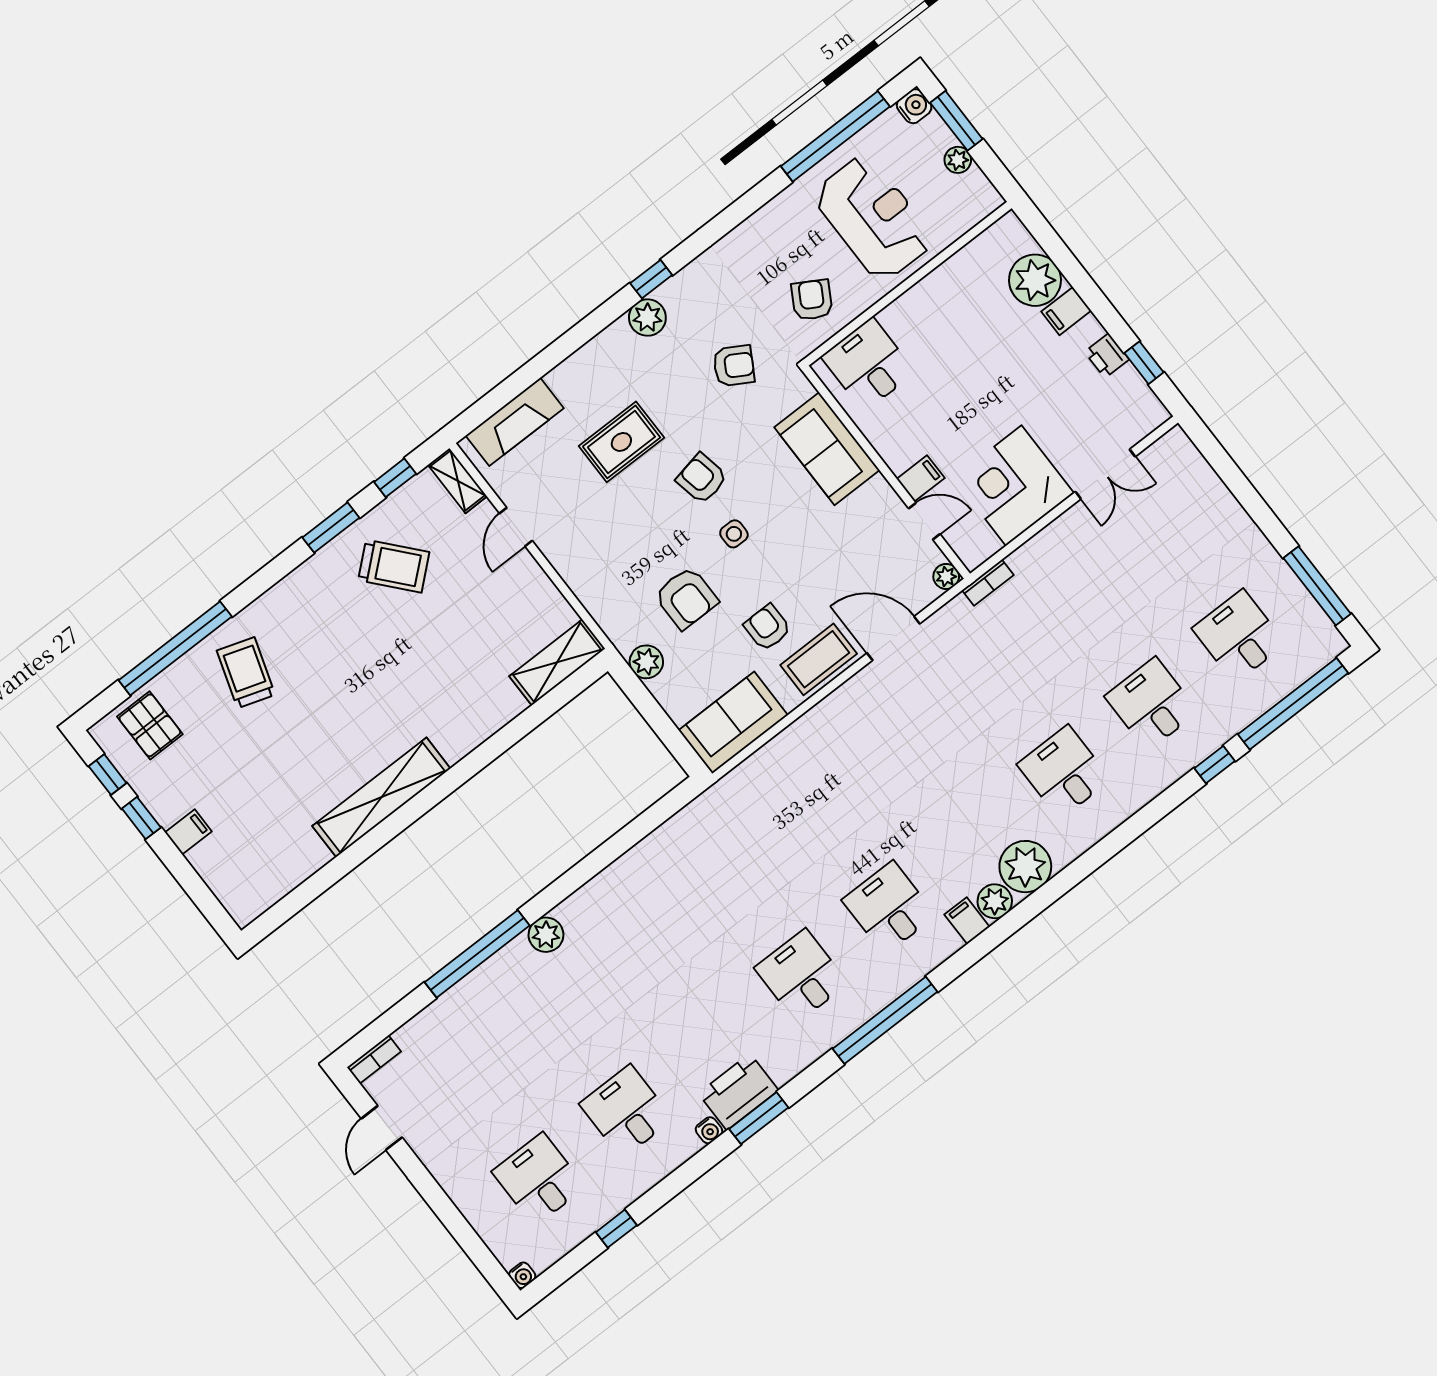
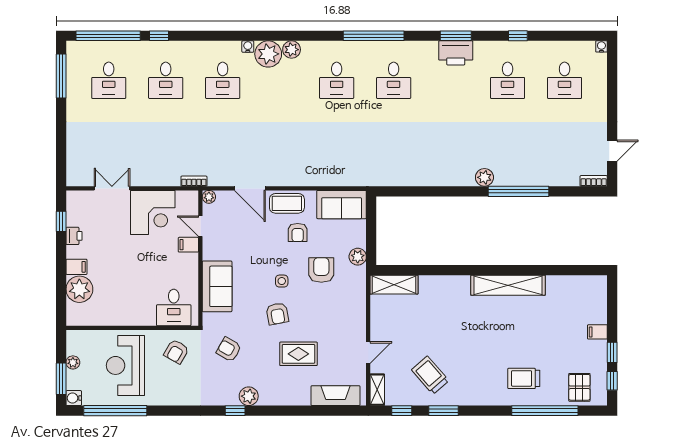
trolley: (246, 673) -> (524, 378), turned 72
filing cabinet: (967, 921) -> (309, 50), removed
water cooler: (709, 1130) -> (248, 47), moved
window: (616, 1229) -> (518, 36), moved

